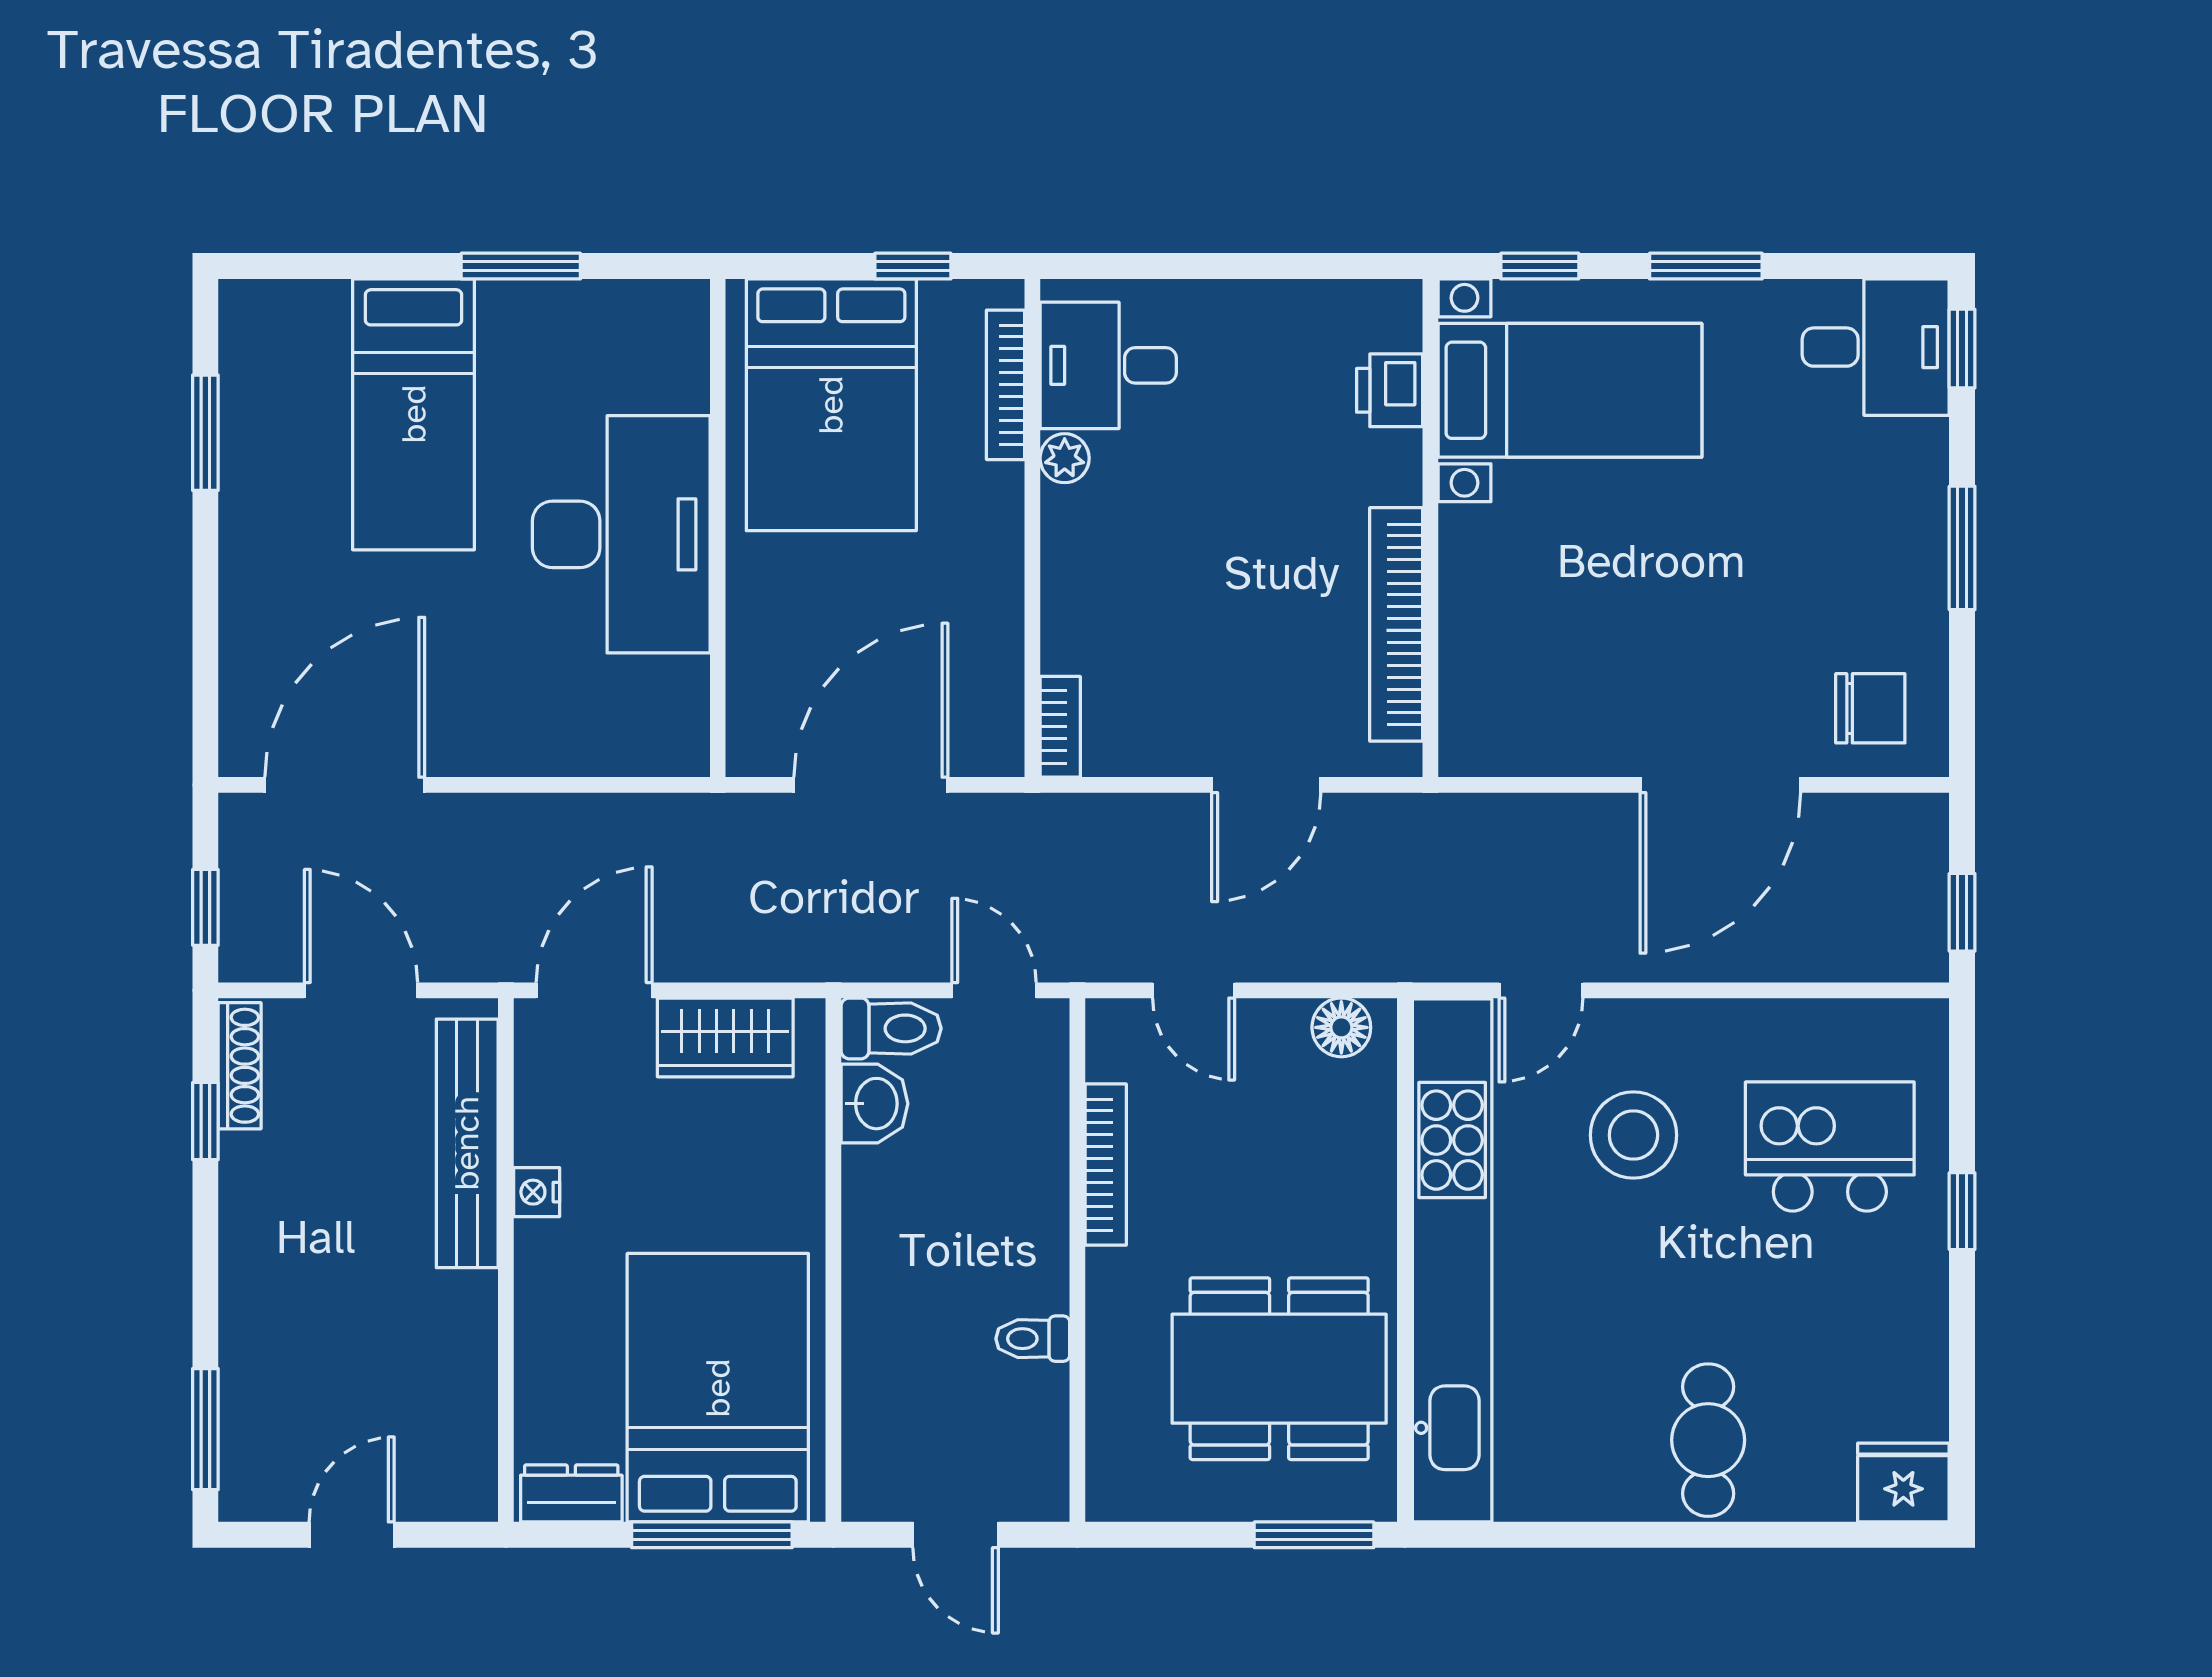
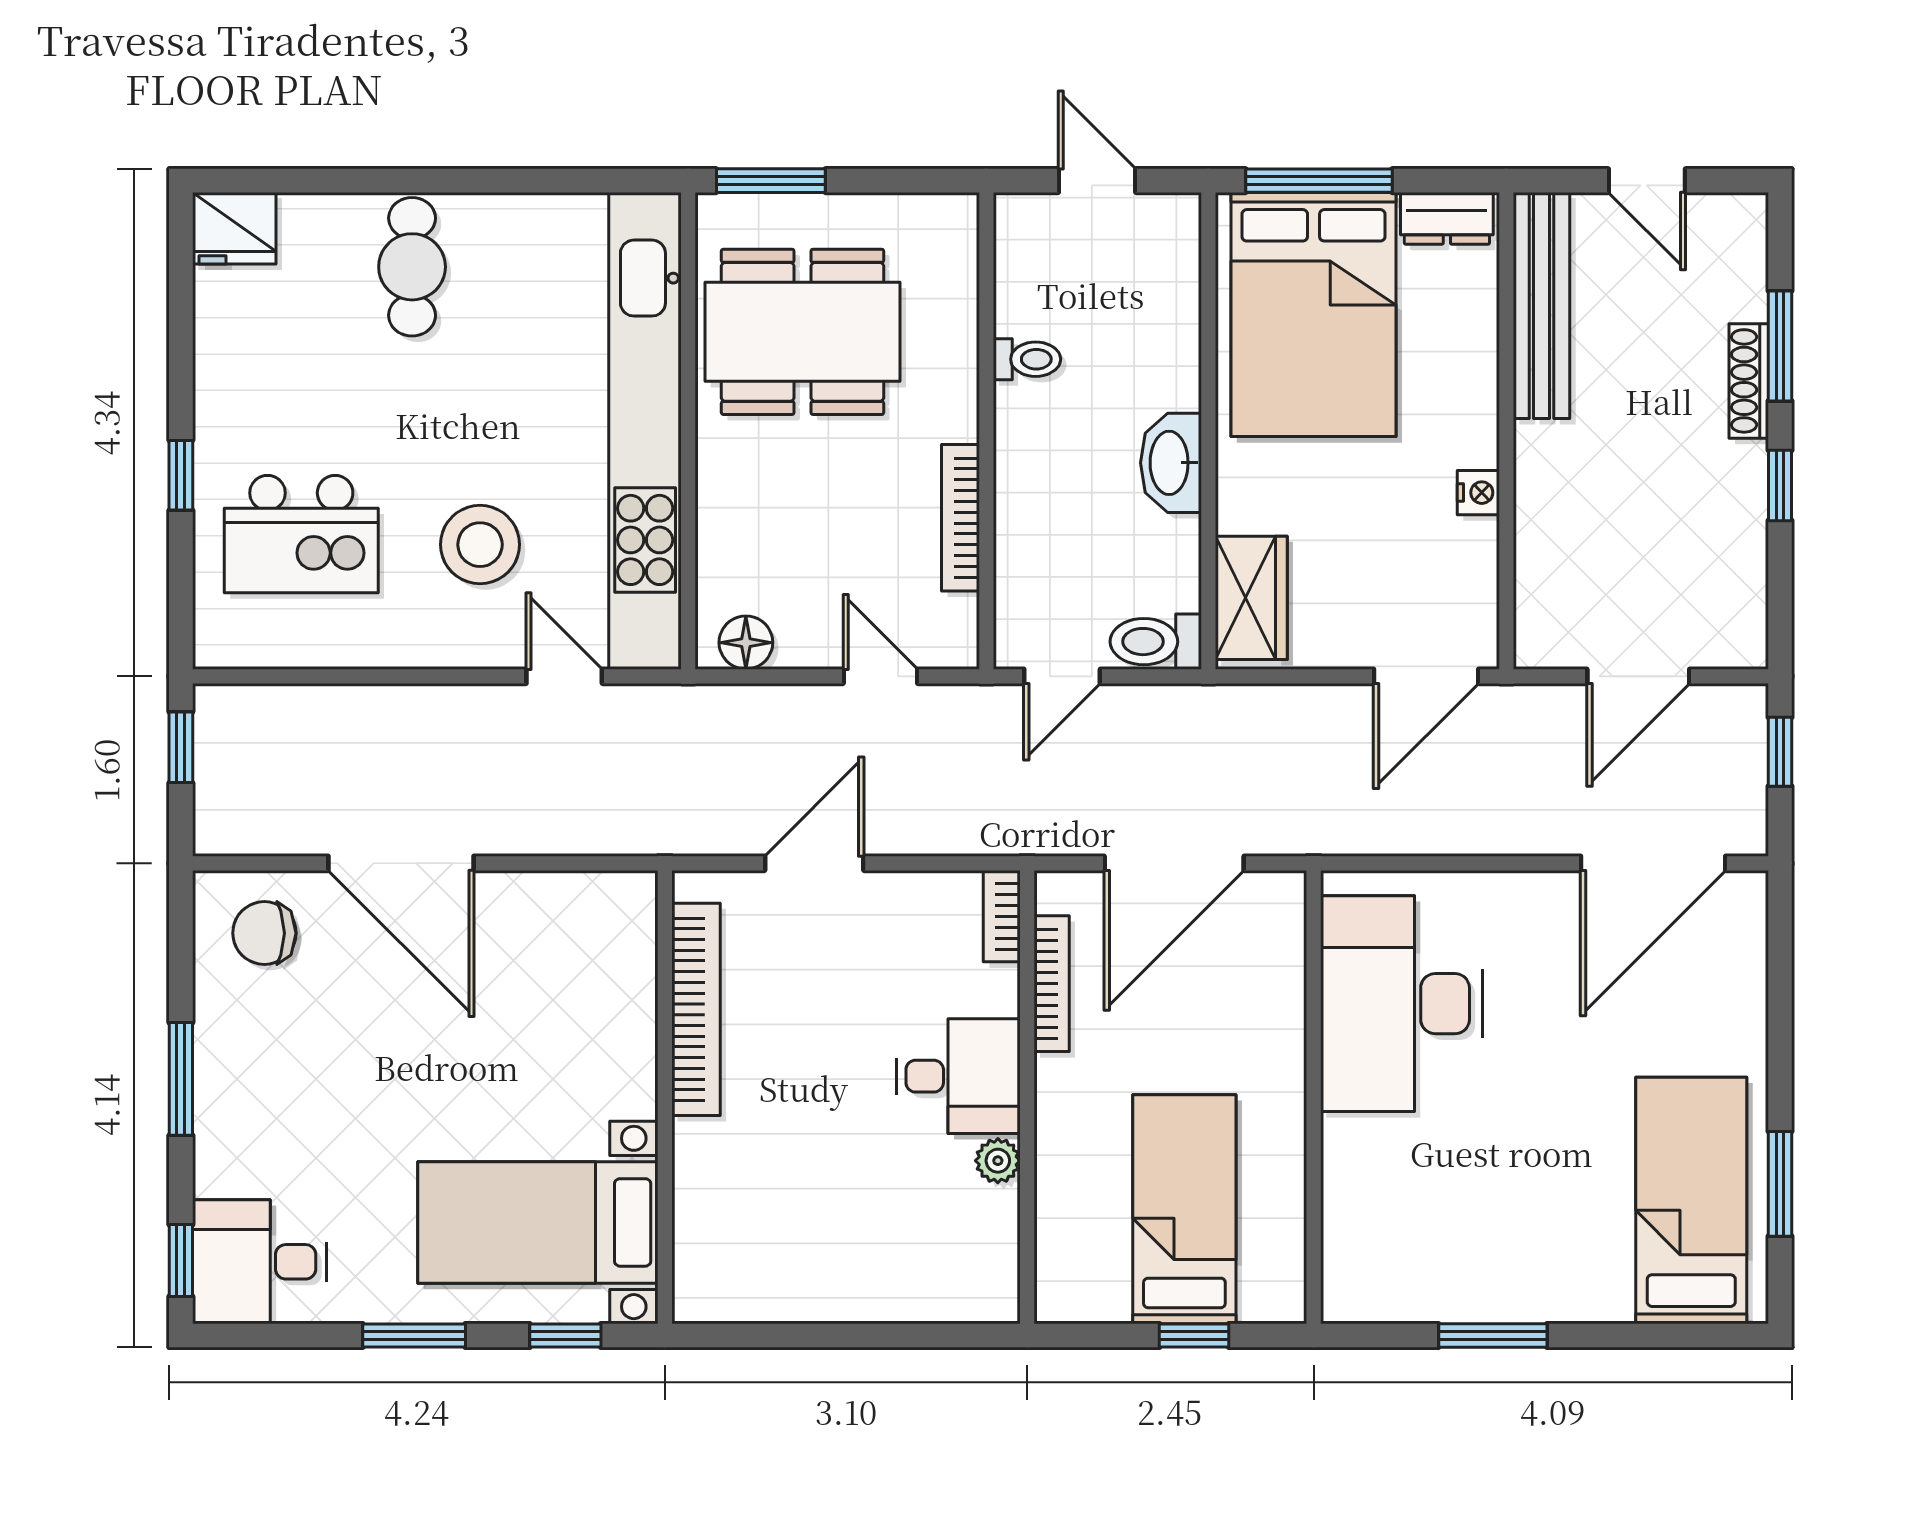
window: (913, 266) -> (1194, 1336), moved
desk: (1108, 365) -> (958, 1076), moved
bookcase: (1006, 385) -> (1052, 984), moved
printer: (1390, 390) -> (702, 1222), removed
bed: (831, 405) -> (1184, 1209), width x0.67
bed: (414, 414) -> (1691, 1201), moved
desk: (621, 534) -> (1401, 1004), moved
door: (1720, 785) -> (401, 863), swing flipped
door: (361, 990) -> (1638, 676), hinge flipped
door: (994, 990) -> (1062, 676), hinge flipped
door: (1541, 990) -> (564, 676), hinge flipped
wardrobe: (725, 1037) -> (1251, 598), moved, turned 90
shoe rack: (240, 1066) -> (1749, 381), moved
washbasin: (874, 1104) -> (1171, 463), moved, width x1.38
window: (205, 1121) -> (1780, 485), moved
bench: (467, 1143) -> (1542, 305), moved
window: (205, 1429) -> (1780, 346), moved
door: (352, 1535) -> (1647, 181), hinge flipped

